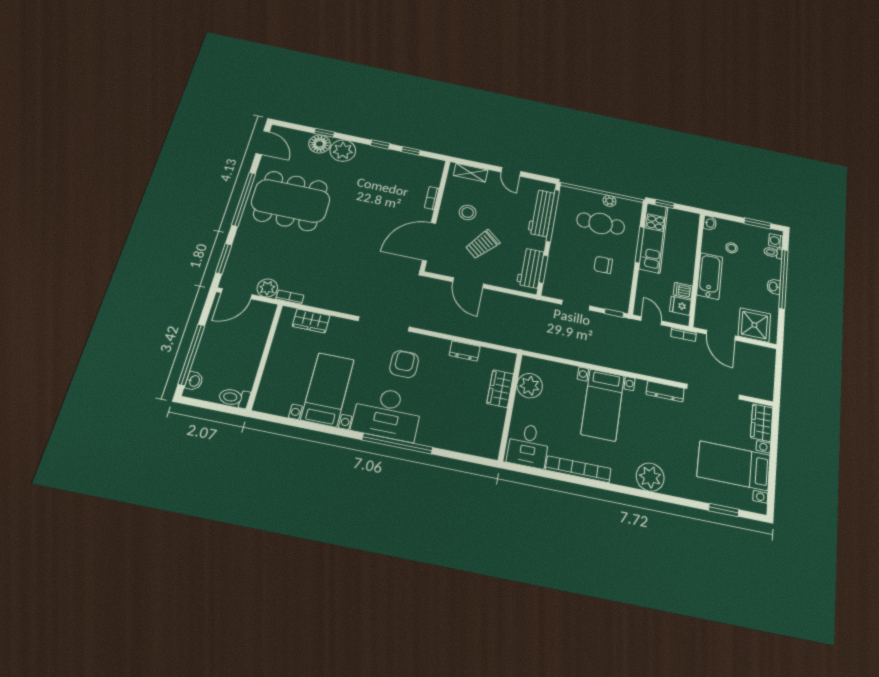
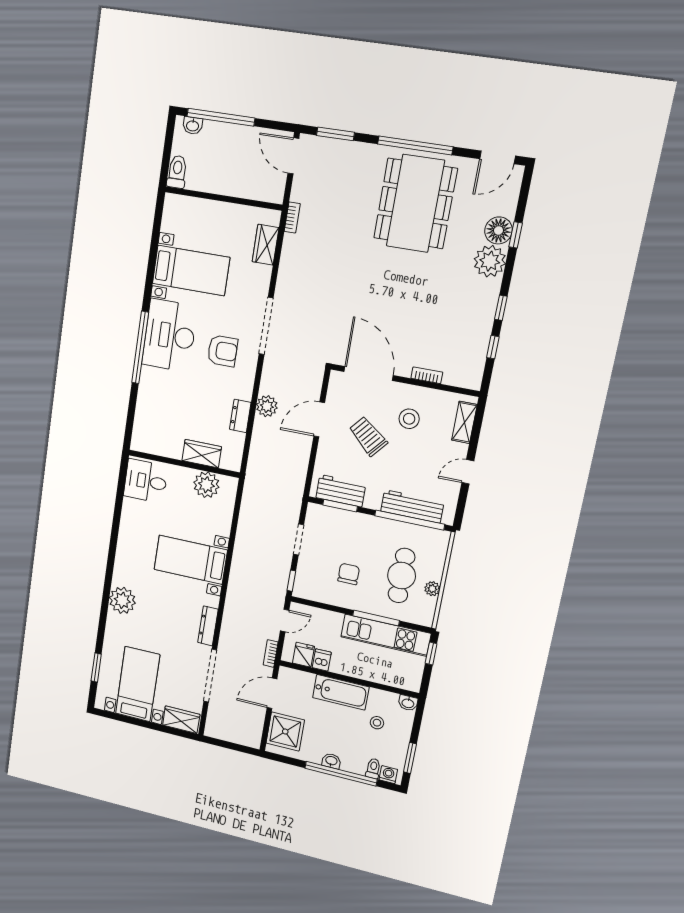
plant: (267, 288) -> (267, 406), moved
bookcase: (578, 469) -> (126, 530), removed

